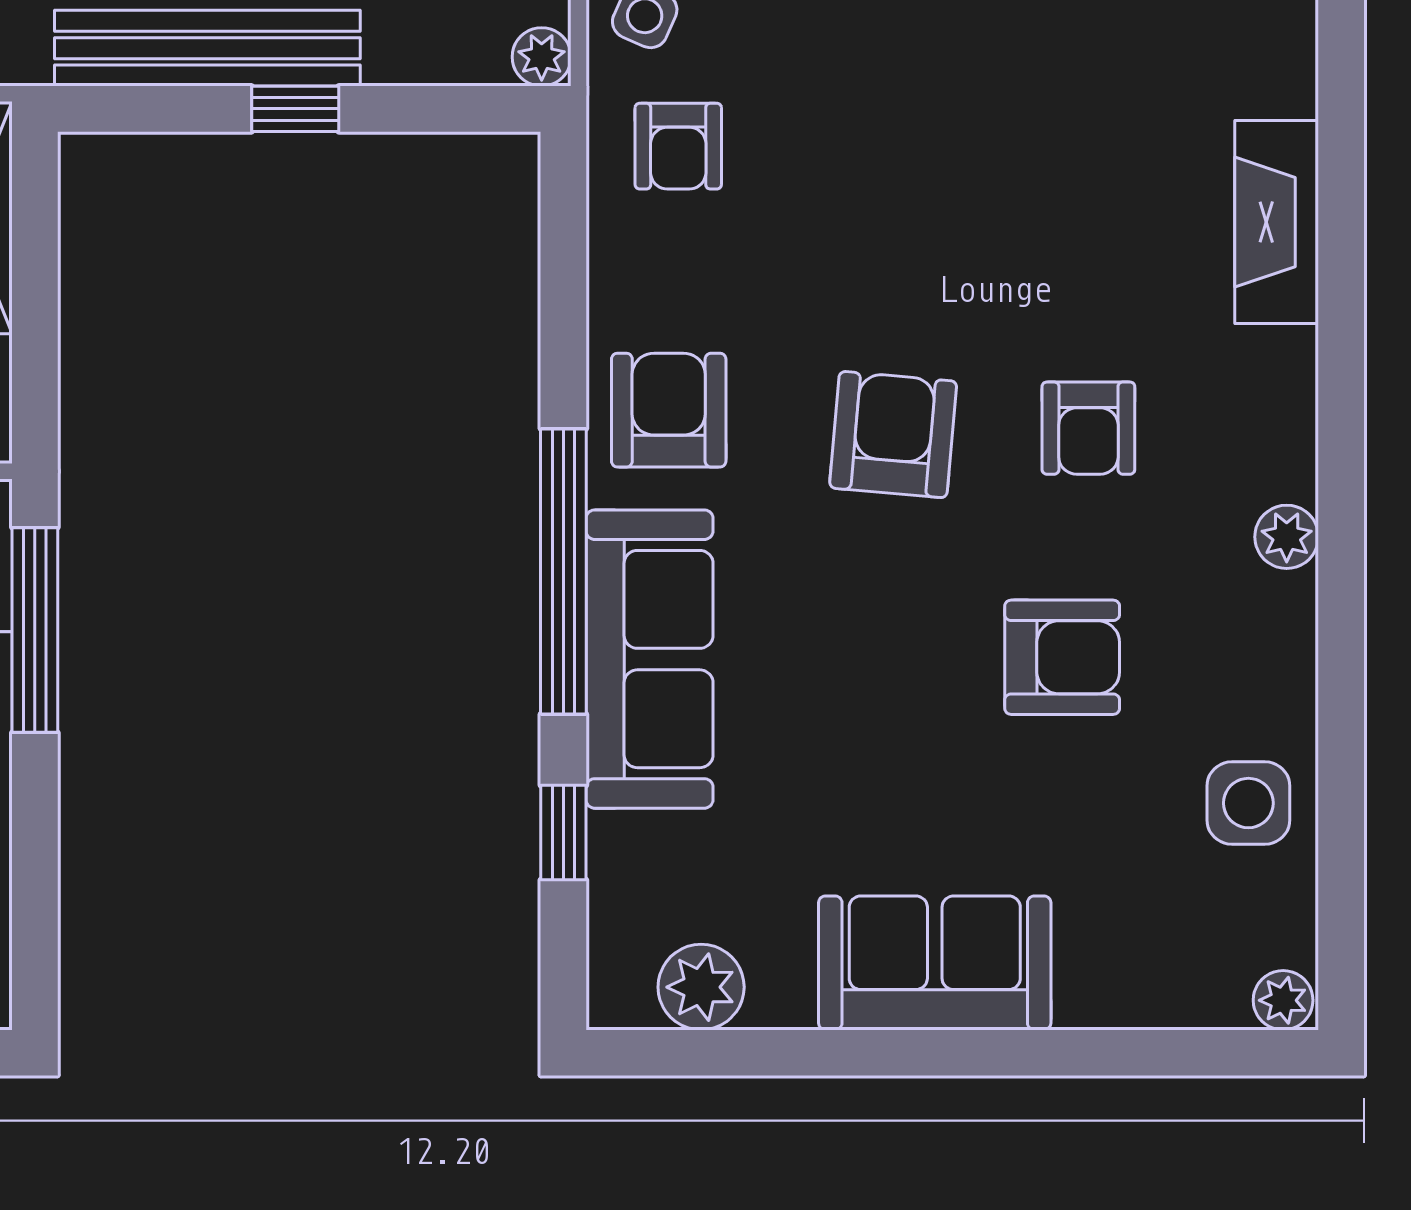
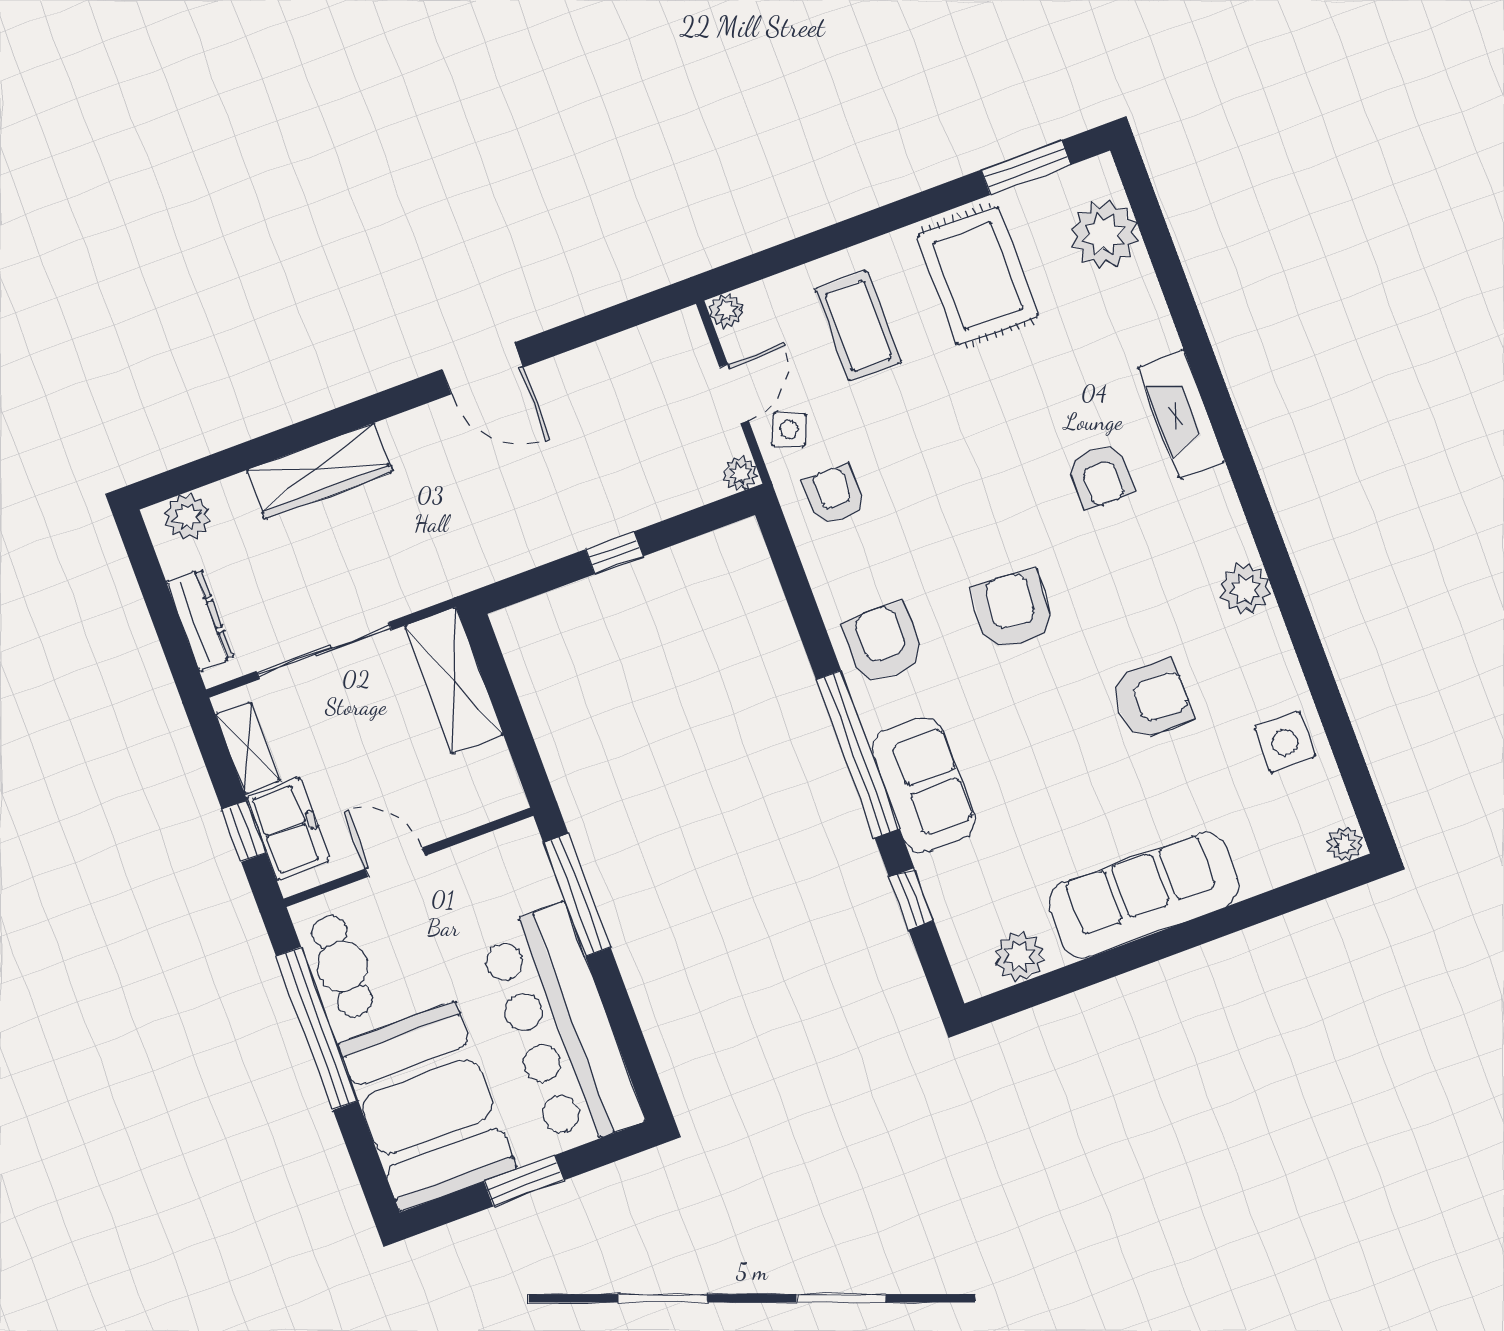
bench: (207, 48) -> (553, 537), removed
armchair: (678, 146) -> (834, 495), turned 180
armchair: (1088, 428) -> (1100, 476), moved
plant: (1287, 537) -> (1245, 589), width x1.38, depth x1.38
sofa: (650, 659) -> (924, 785), width x0.73
sofa: (935, 963) -> (1144, 895), width x1.36

